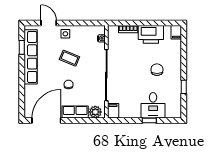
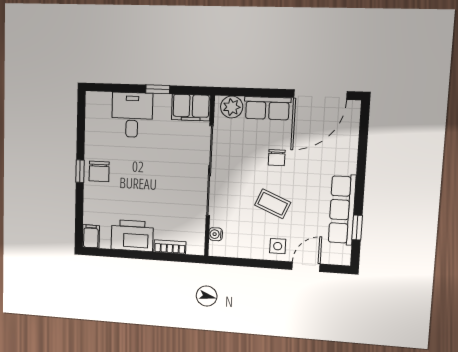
door: (49, 23) -> (306, 267), swing flipped
row of seats: (31, 57) -> (342, 210), width x0.73
chair: (157, 70) -> (99, 171), moved
window: (184, 87) -> (80, 171), moved
filing cabinet: (113, 111) -> (191, 108), width x2.00
window: (149, 121) -> (158, 89), moved

